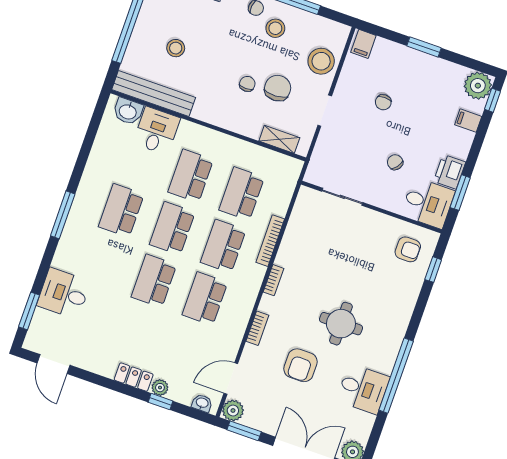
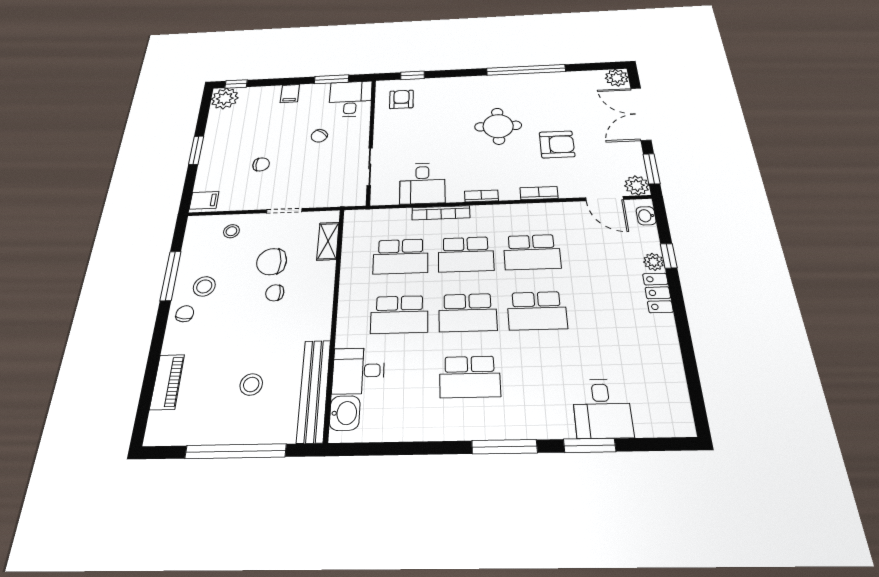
stool: (321, 61) -> (231, 231), width x0.53, depth x0.53
filing cabinet: (468, 121) -> (290, 94), moved
printer: (450, 172) -> (314, 93), removed
window: (29, 311) -> (590, 445), moved
door: (53, 364) -> (695, 389), removed
desk: (363, 389) -> (422, 183), moved, turned 180

